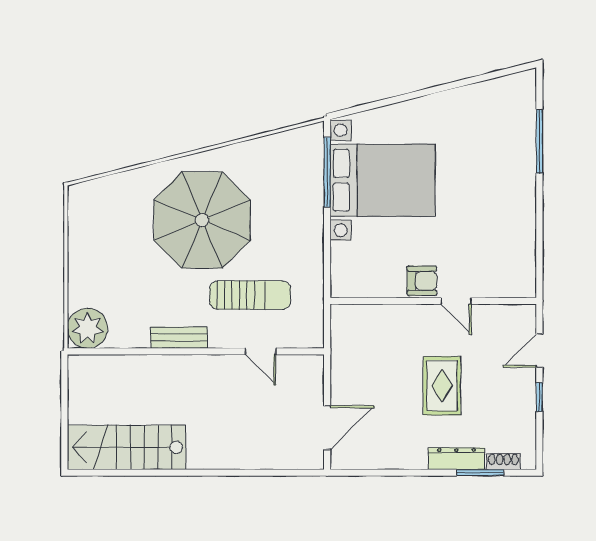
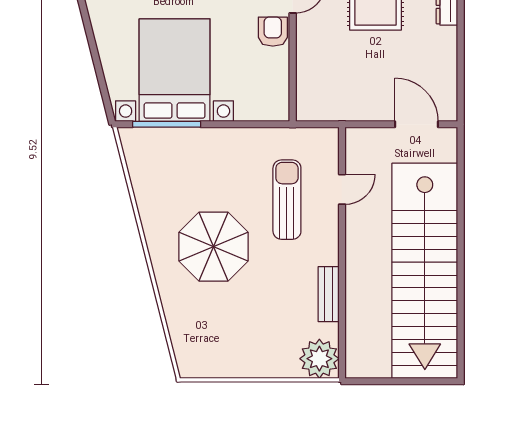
parasol: (202, 220) -> (213, 247), width x0.73, depth x0.73
bench: (179, 338) -> (329, 294), moved
stairs: (127, 447) -> (425, 271), width x1.86, depth x1.51

